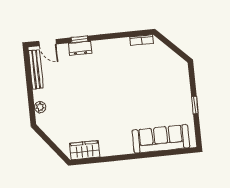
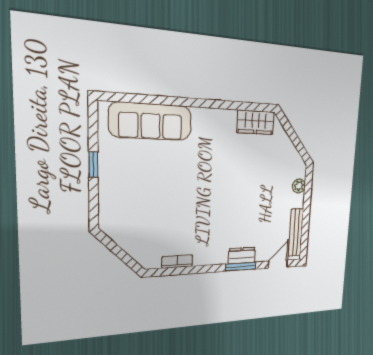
window: (79, 39) -> (241, 267), width x1.50
bookcase: (142, 40) -> (177, 262), moved
door: (48, 43) -> (278, 264), hinge flipped

